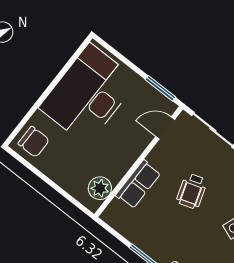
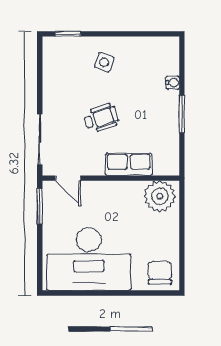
plant: (100, 188) -> (160, 196), width x1.36, depth x1.36

